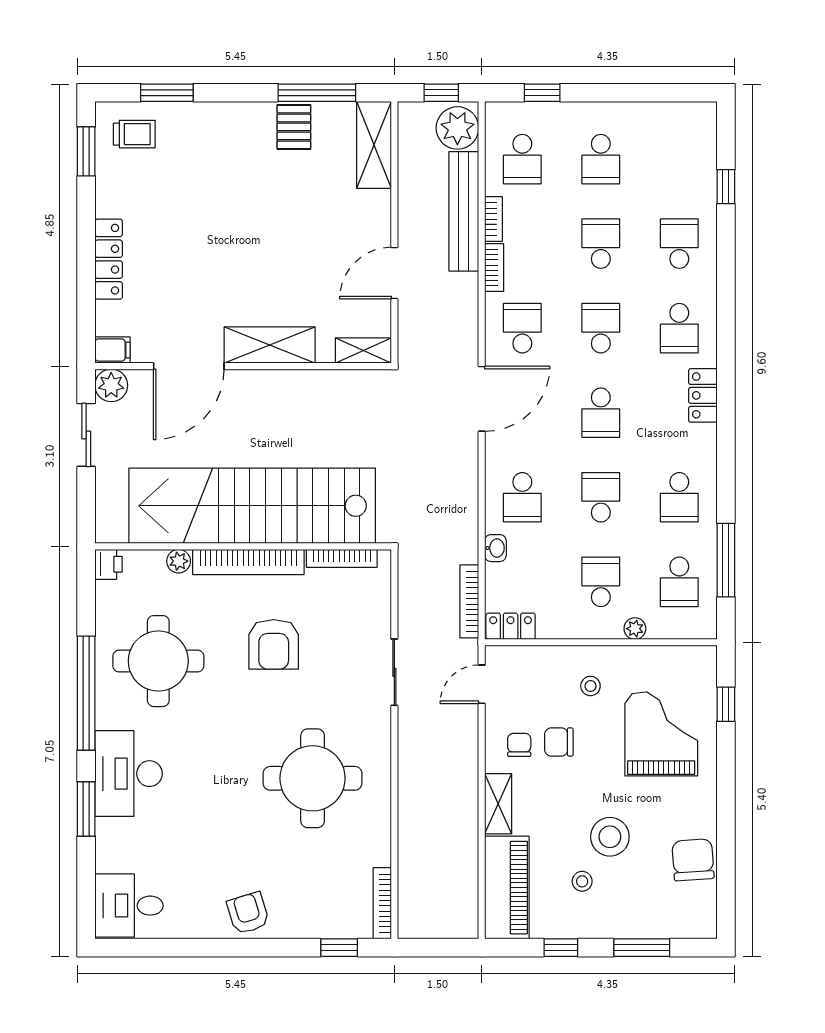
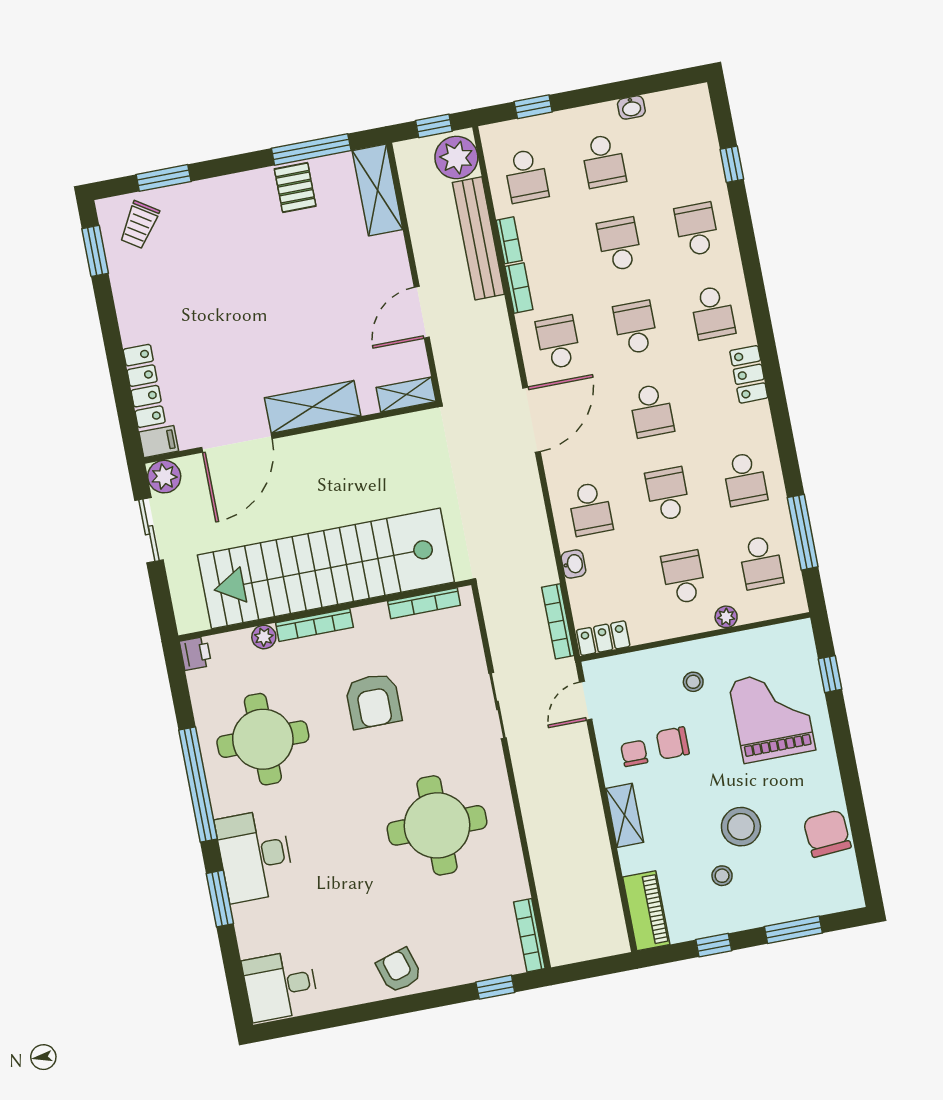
washbasin: (638, 112) -> (631, 107), added
trolley: (134, 134) -> (139, 225), turned 123
locker: (109, 259) -> (144, 386), moved
bookcase: (248, 562) -> (314, 625), width x0.68, depth x0.76
piano: (507, 888) -> (646, 911), width x0.73, depth x0.75

